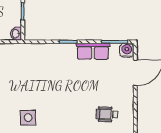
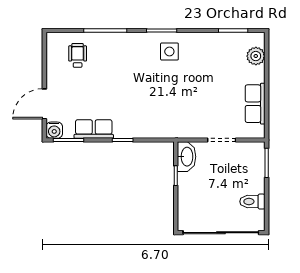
washbasin: (16, 34) -> (186, 157), width x1.91, depth x1.45
wheelchair: (107, 114) -> (78, 55), turned -92

